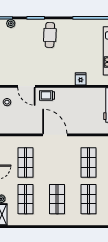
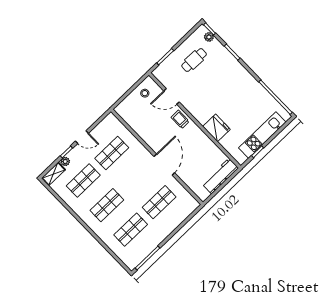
cafe table: (50, 35) -> (194, 60), moved
fridge: (81, 79) -> (216, 128), width x1.88, depth x1.34
door: (26, 86) -> (172, 96), hinge flipped
door: (55, 135) -> (164, 165), moved

